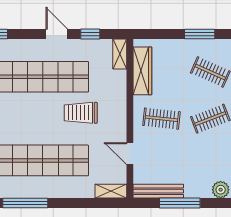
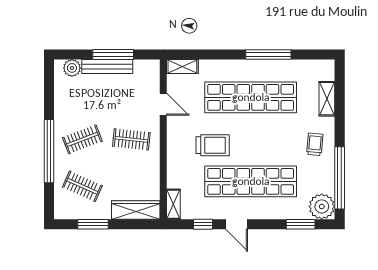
wardrobe: (142, 71) -> (136, 210), moved, turned 90
bench: (158, 191) -> (107, 66), moved

